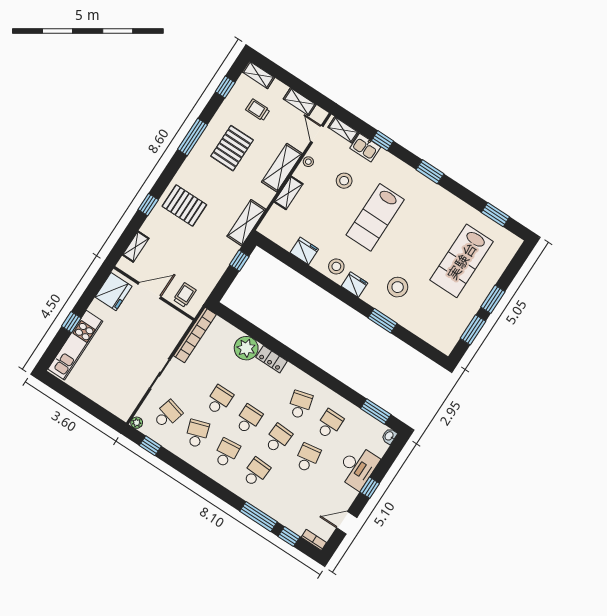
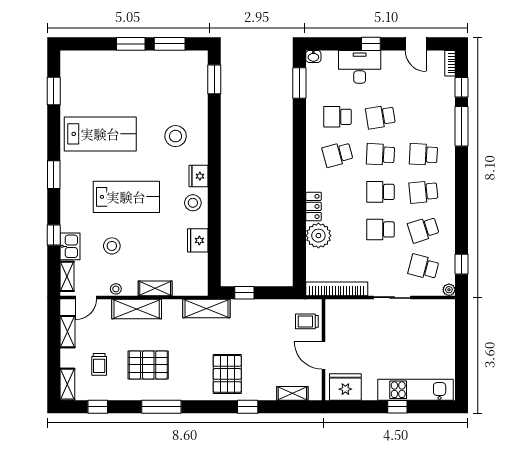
lab bench: (462, 261) -> (100, 134), moved
window: (382, 321) -> (214, 79), moved

